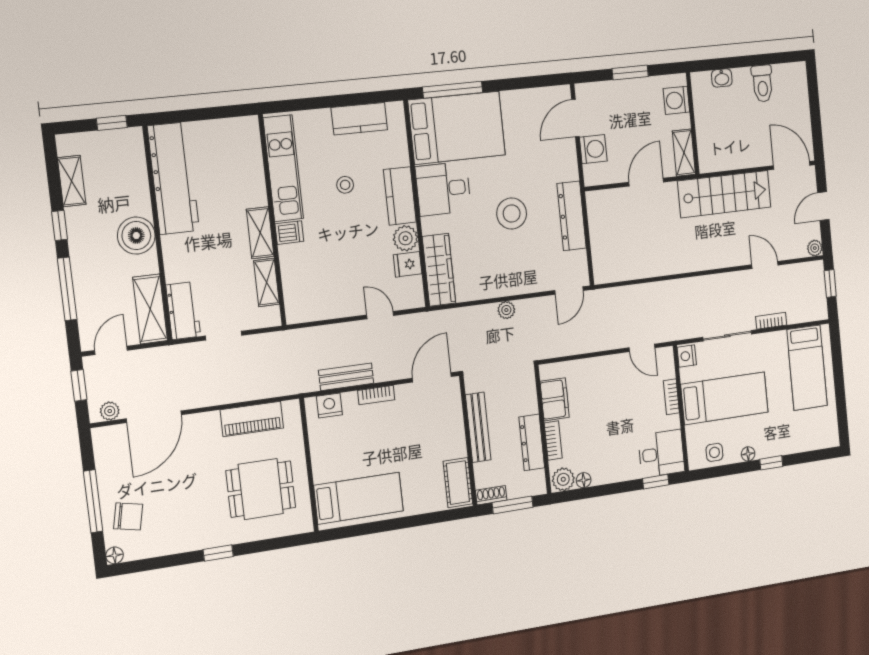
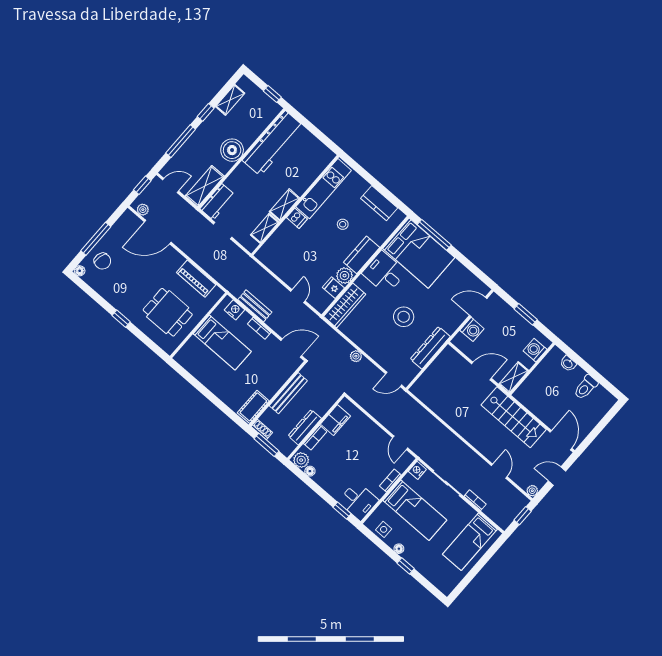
bed: (359, 498) -> (222, 343), moved

